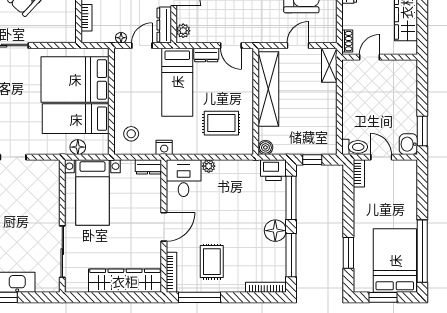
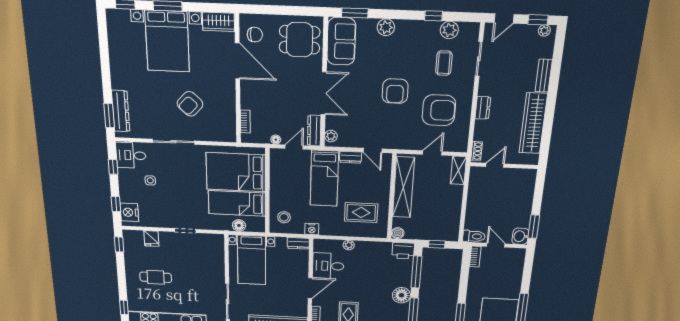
desk: (184, 178) -> (328, 266), moved, turned -90

